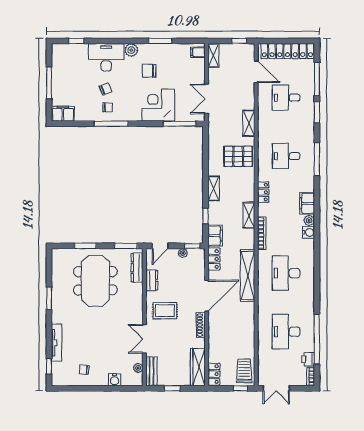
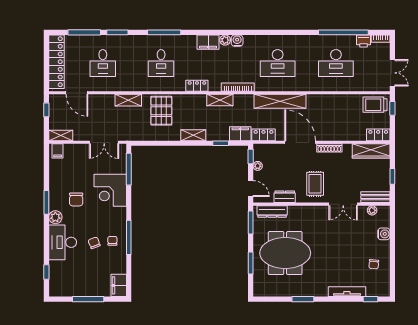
window: (160, 41) -> (46, 202), moved
door: (256, 72) -> (77, 93), swing flipped

